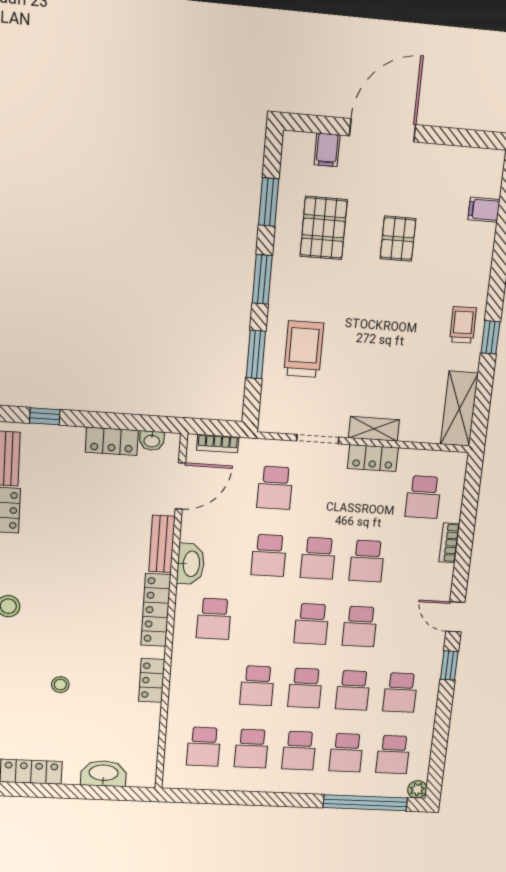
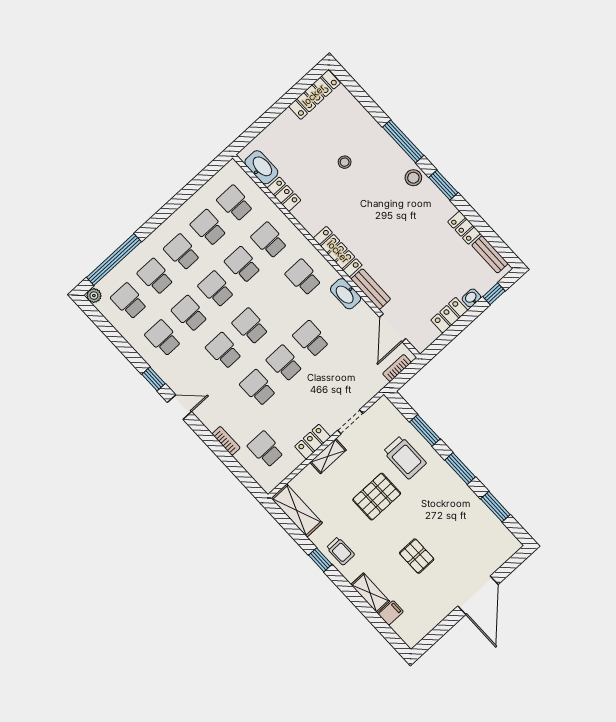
filing cabinet: (327, 150) -> (494, 559), removed
pallet: (324, 228) -> (377, 497), moved, turned 90
shelving: (481, 252) -> (370, 593), added
washbasin: (152, 441) -> (471, 298), moved
school desk: (275, 488) -> (269, 240), moved
locker: (152, 680) -> (284, 194), moved
washbasin: (104, 773) -> (261, 167), moved, turned -90

